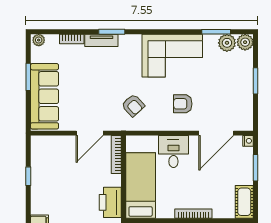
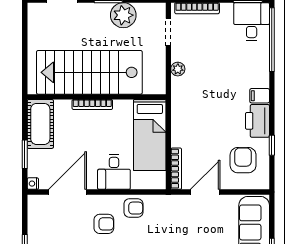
armchair: (133, 105) -> (133, 208), moved, turned 133
armchair: (55, 162) -> (243, 160), added
printer: (110, 202) -> (257, 121), moved, turned 180
cot: (244, 202) -> (40, 124), width x1.37, depth x1.34

